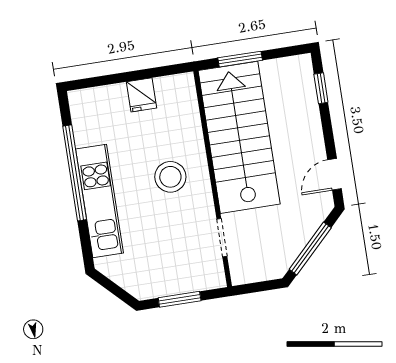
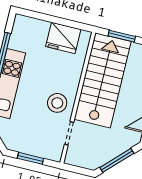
fridge: (141, 95) -> (63, 38), width x1.88, depth x1.34
stool: (170, 177) -> (57, 103), moved

